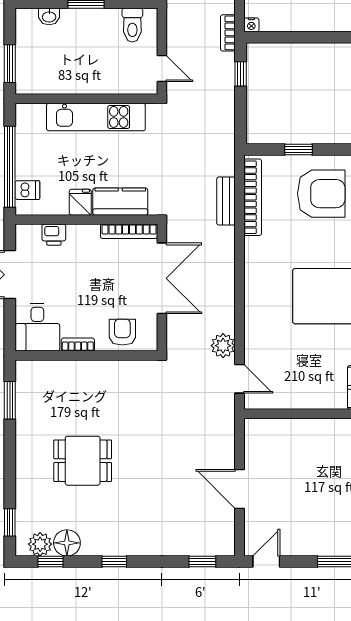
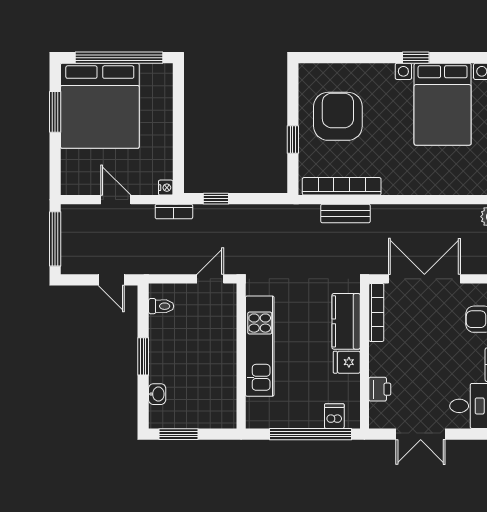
toilet: (132, 25) -> (161, 306), width x0.73, depth x0.72
window: (10, 64) -> (178, 434), moved

